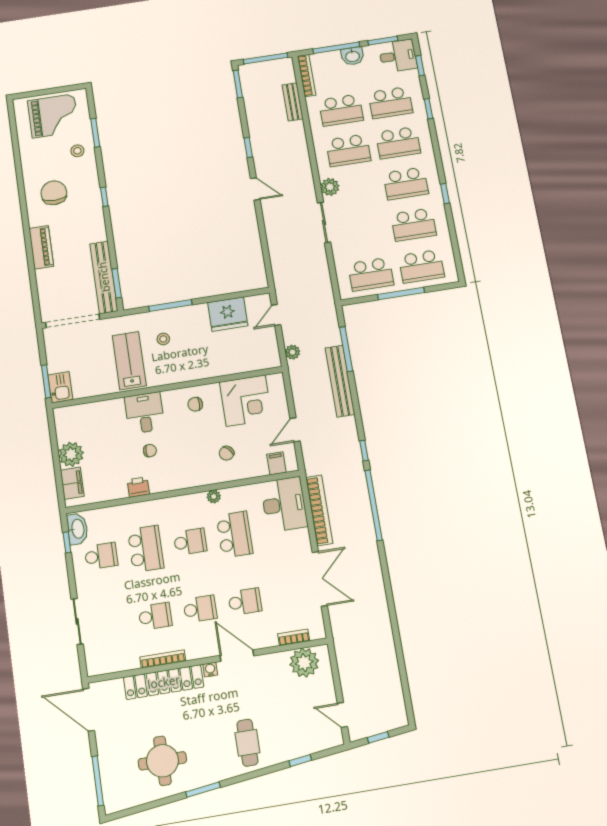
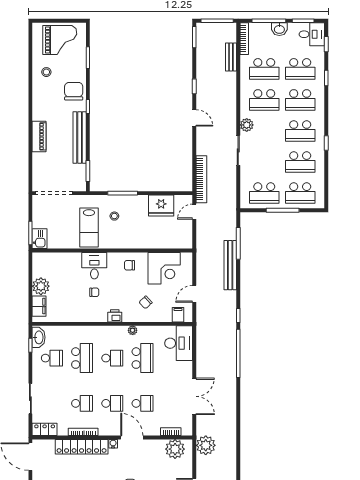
stool: (77, 151) -> (46, 72), moved
chair: (54, 193) -> (74, 91), moved
bench: (104, 277) -> (80, 137), moved
plant: (292, 352) -> (206, 445), moved, width x1.87, depth x1.87
lab bench: (129, 361) -> (89, 228), turned 180
printer: (138, 487) -> (115, 316), moved
bookcase: (319, 510) -> (201, 179), moved
locker: (104, 665) -> (45, 429), added

